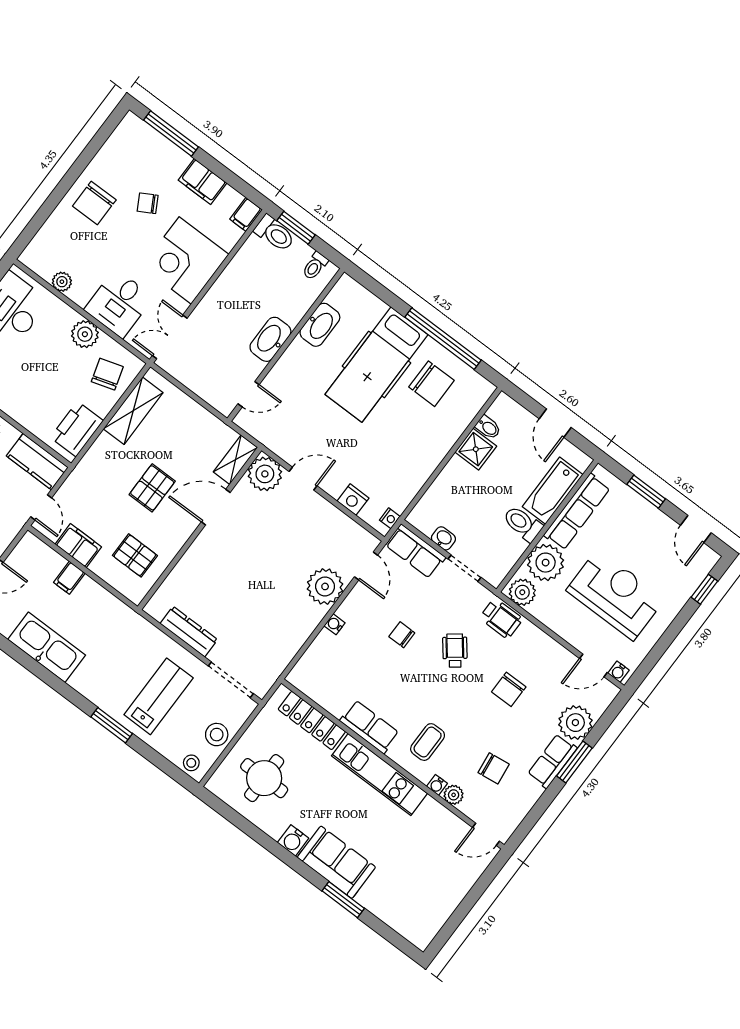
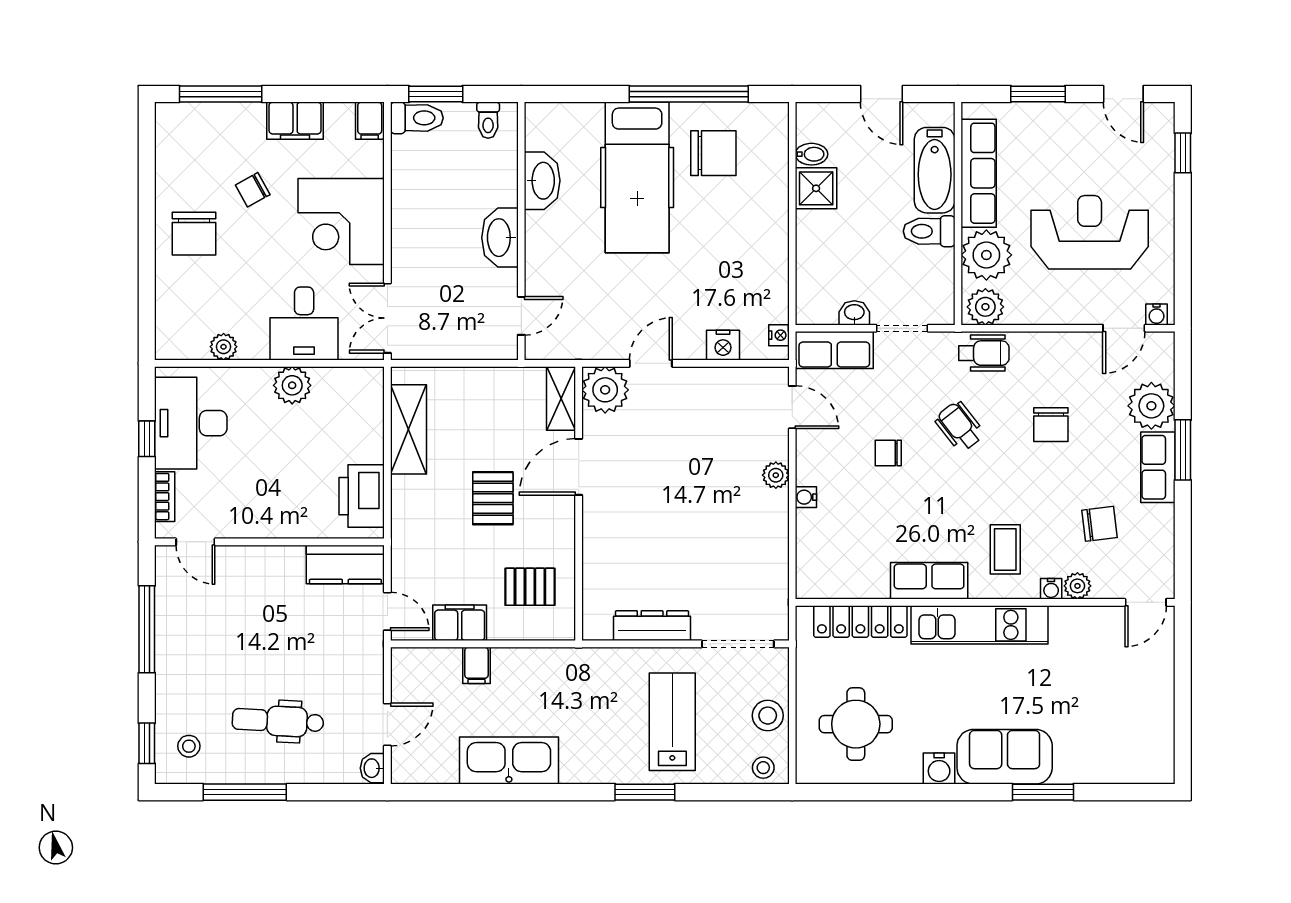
chair: (107, 374) -> (350, 411), removed
plant: (325, 586) -> (776, 475), width x0.53, depth x0.53

